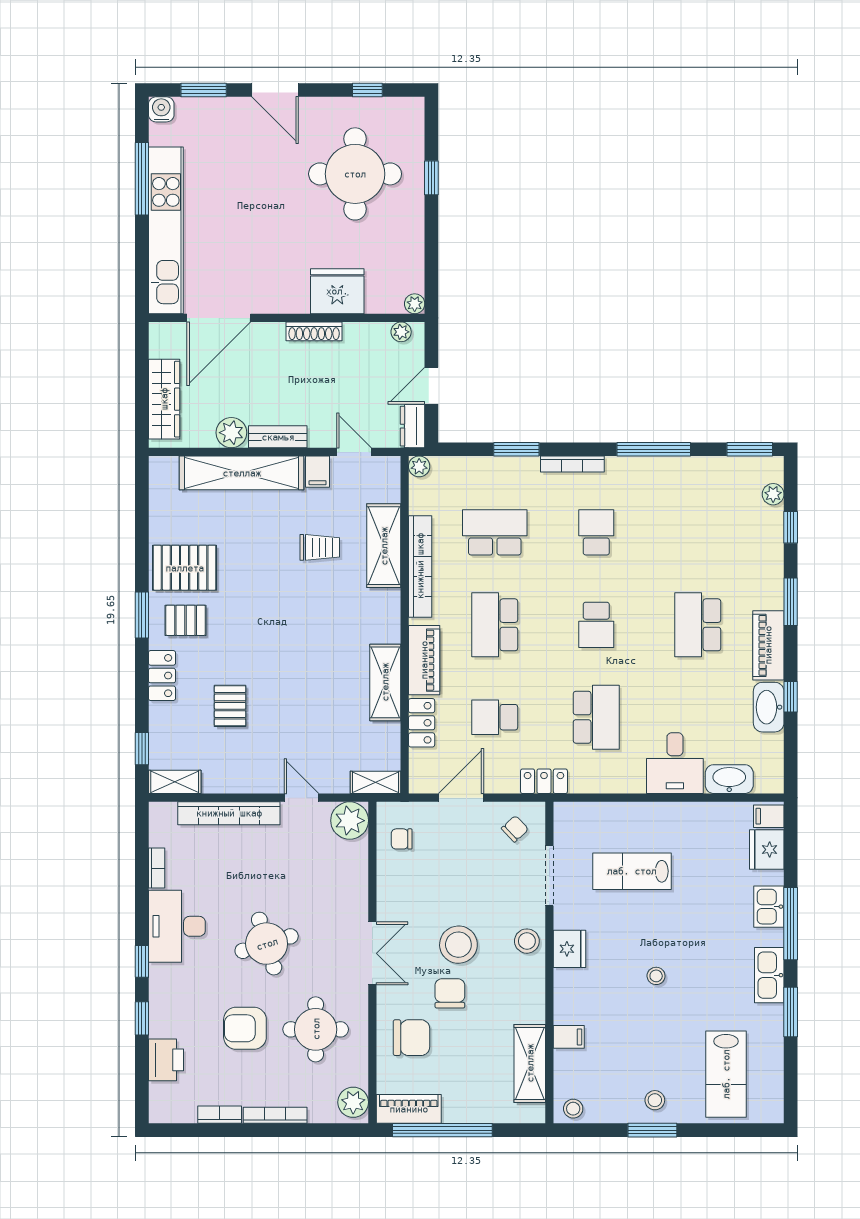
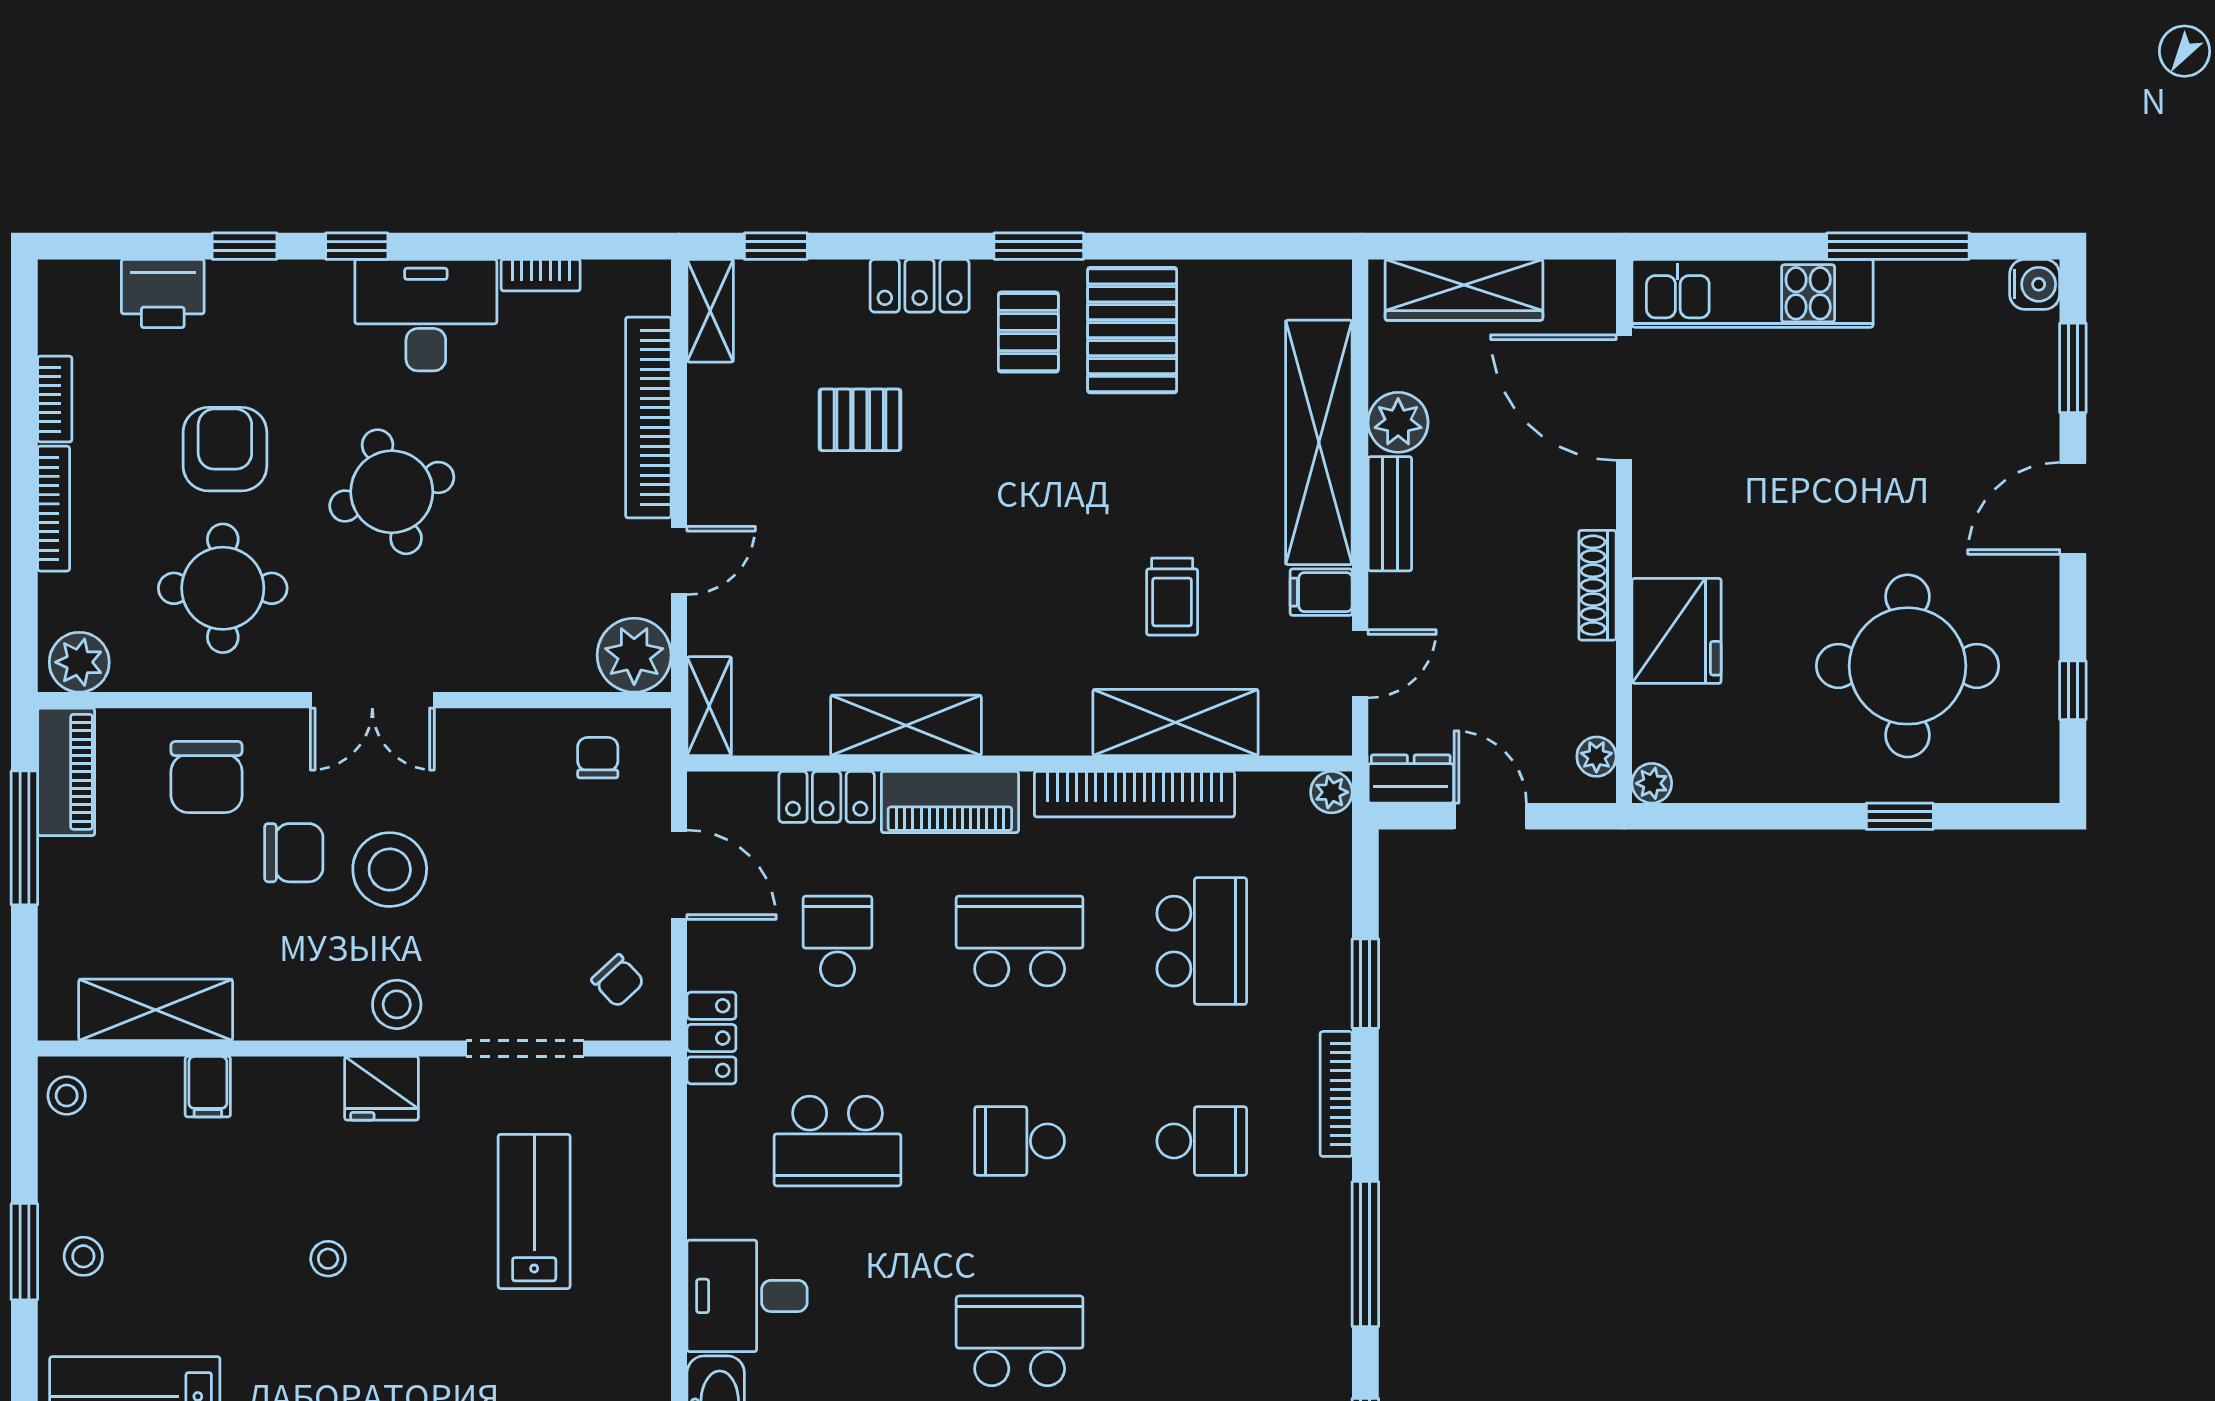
kitchen unit: (166, 230) -> (1753, 293), width x0.73
window: (442, 1130) -> (24, 838), width x0.68

